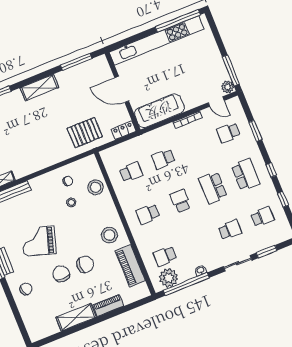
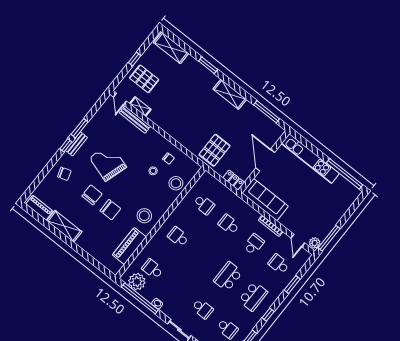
kitchen unit: (157, 40) -> (310, 159), width x0.73
pallet: (85, 132) -> (215, 150), turned 90
school desk: (180, 201) -> (254, 244), moved
piano: (108, 306) -> (39, 208), moved

